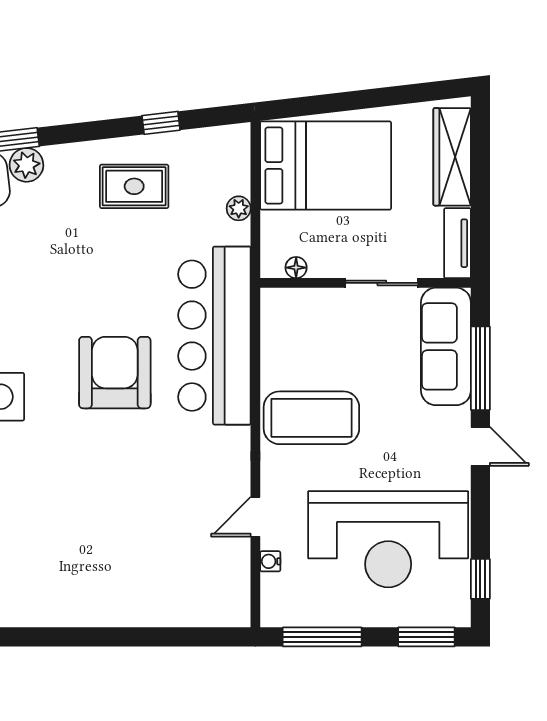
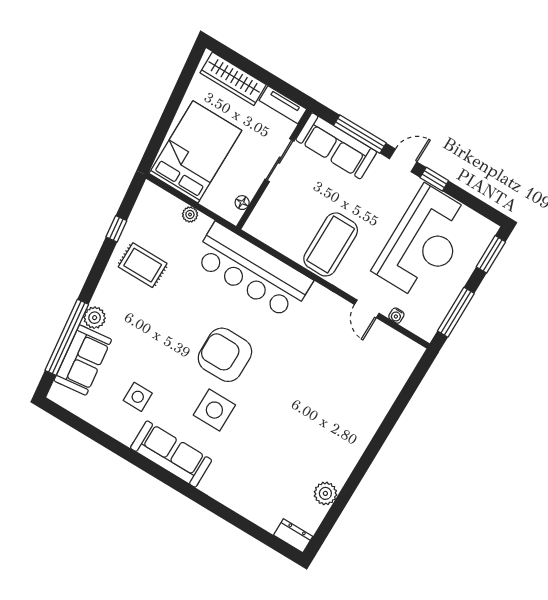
rug: (134, 186) -> (143, 265), turned 90
armchair: (115, 373) -> (225, 355), moved
window: (480, 579) -> (434, 179), moved

